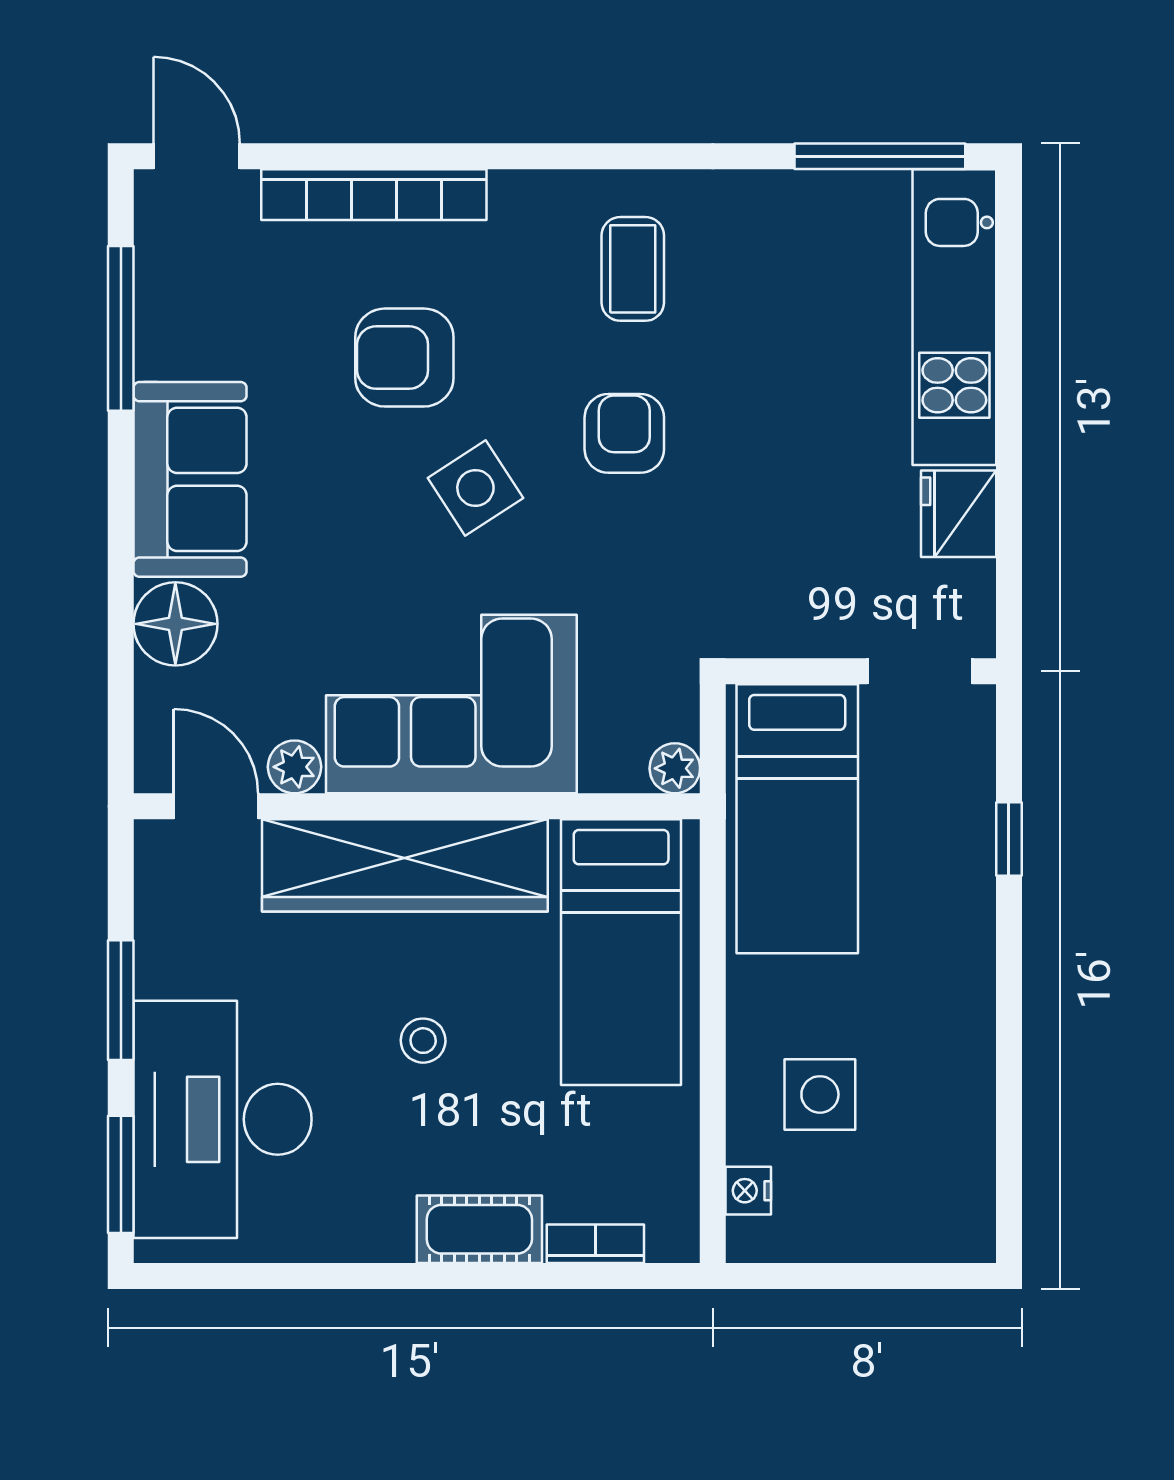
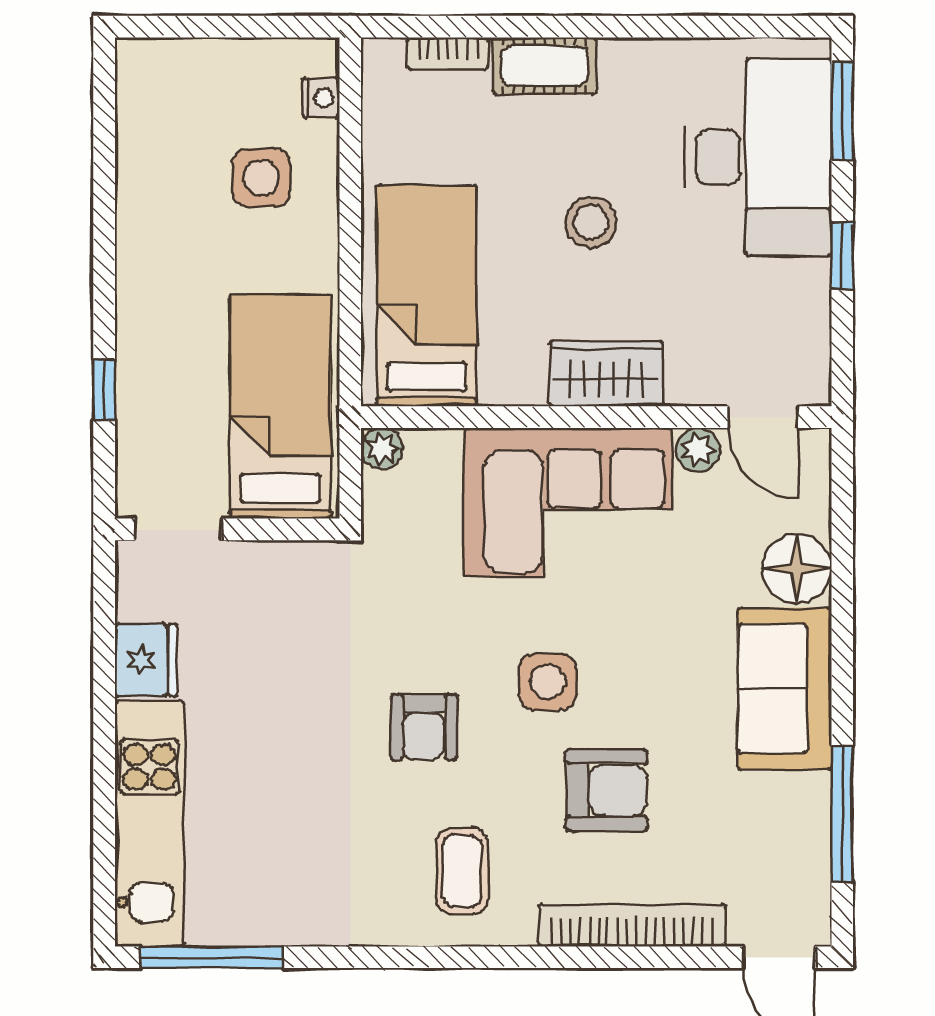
coffee table: (633, 269) -> (462, 871), moved
side table: (475, 488) -> (548, 682), turned 33
wardrobe: (405, 865) -> (606, 374), width x0.48, depth x0.85
window: (121, 1000) -> (842, 256), width x0.67
stool: (423, 1041) -> (591, 222), width x1.37, depth x1.37

